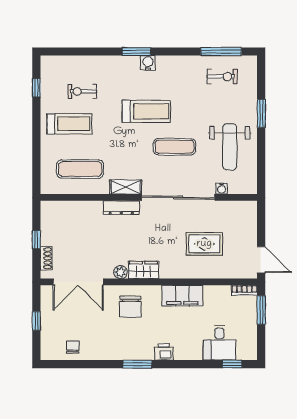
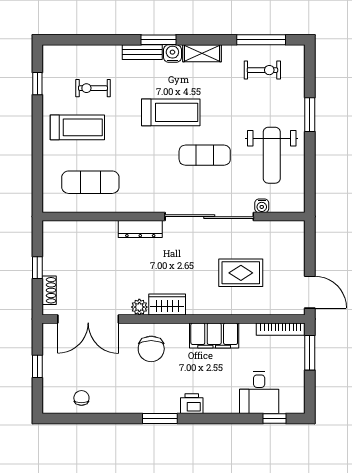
bench: (123, 62) -> (142, 52), added
shelving: (126, 187) -> (202, 53), moved
bookcase: (244, 290) -> (281, 329), width x1.56

